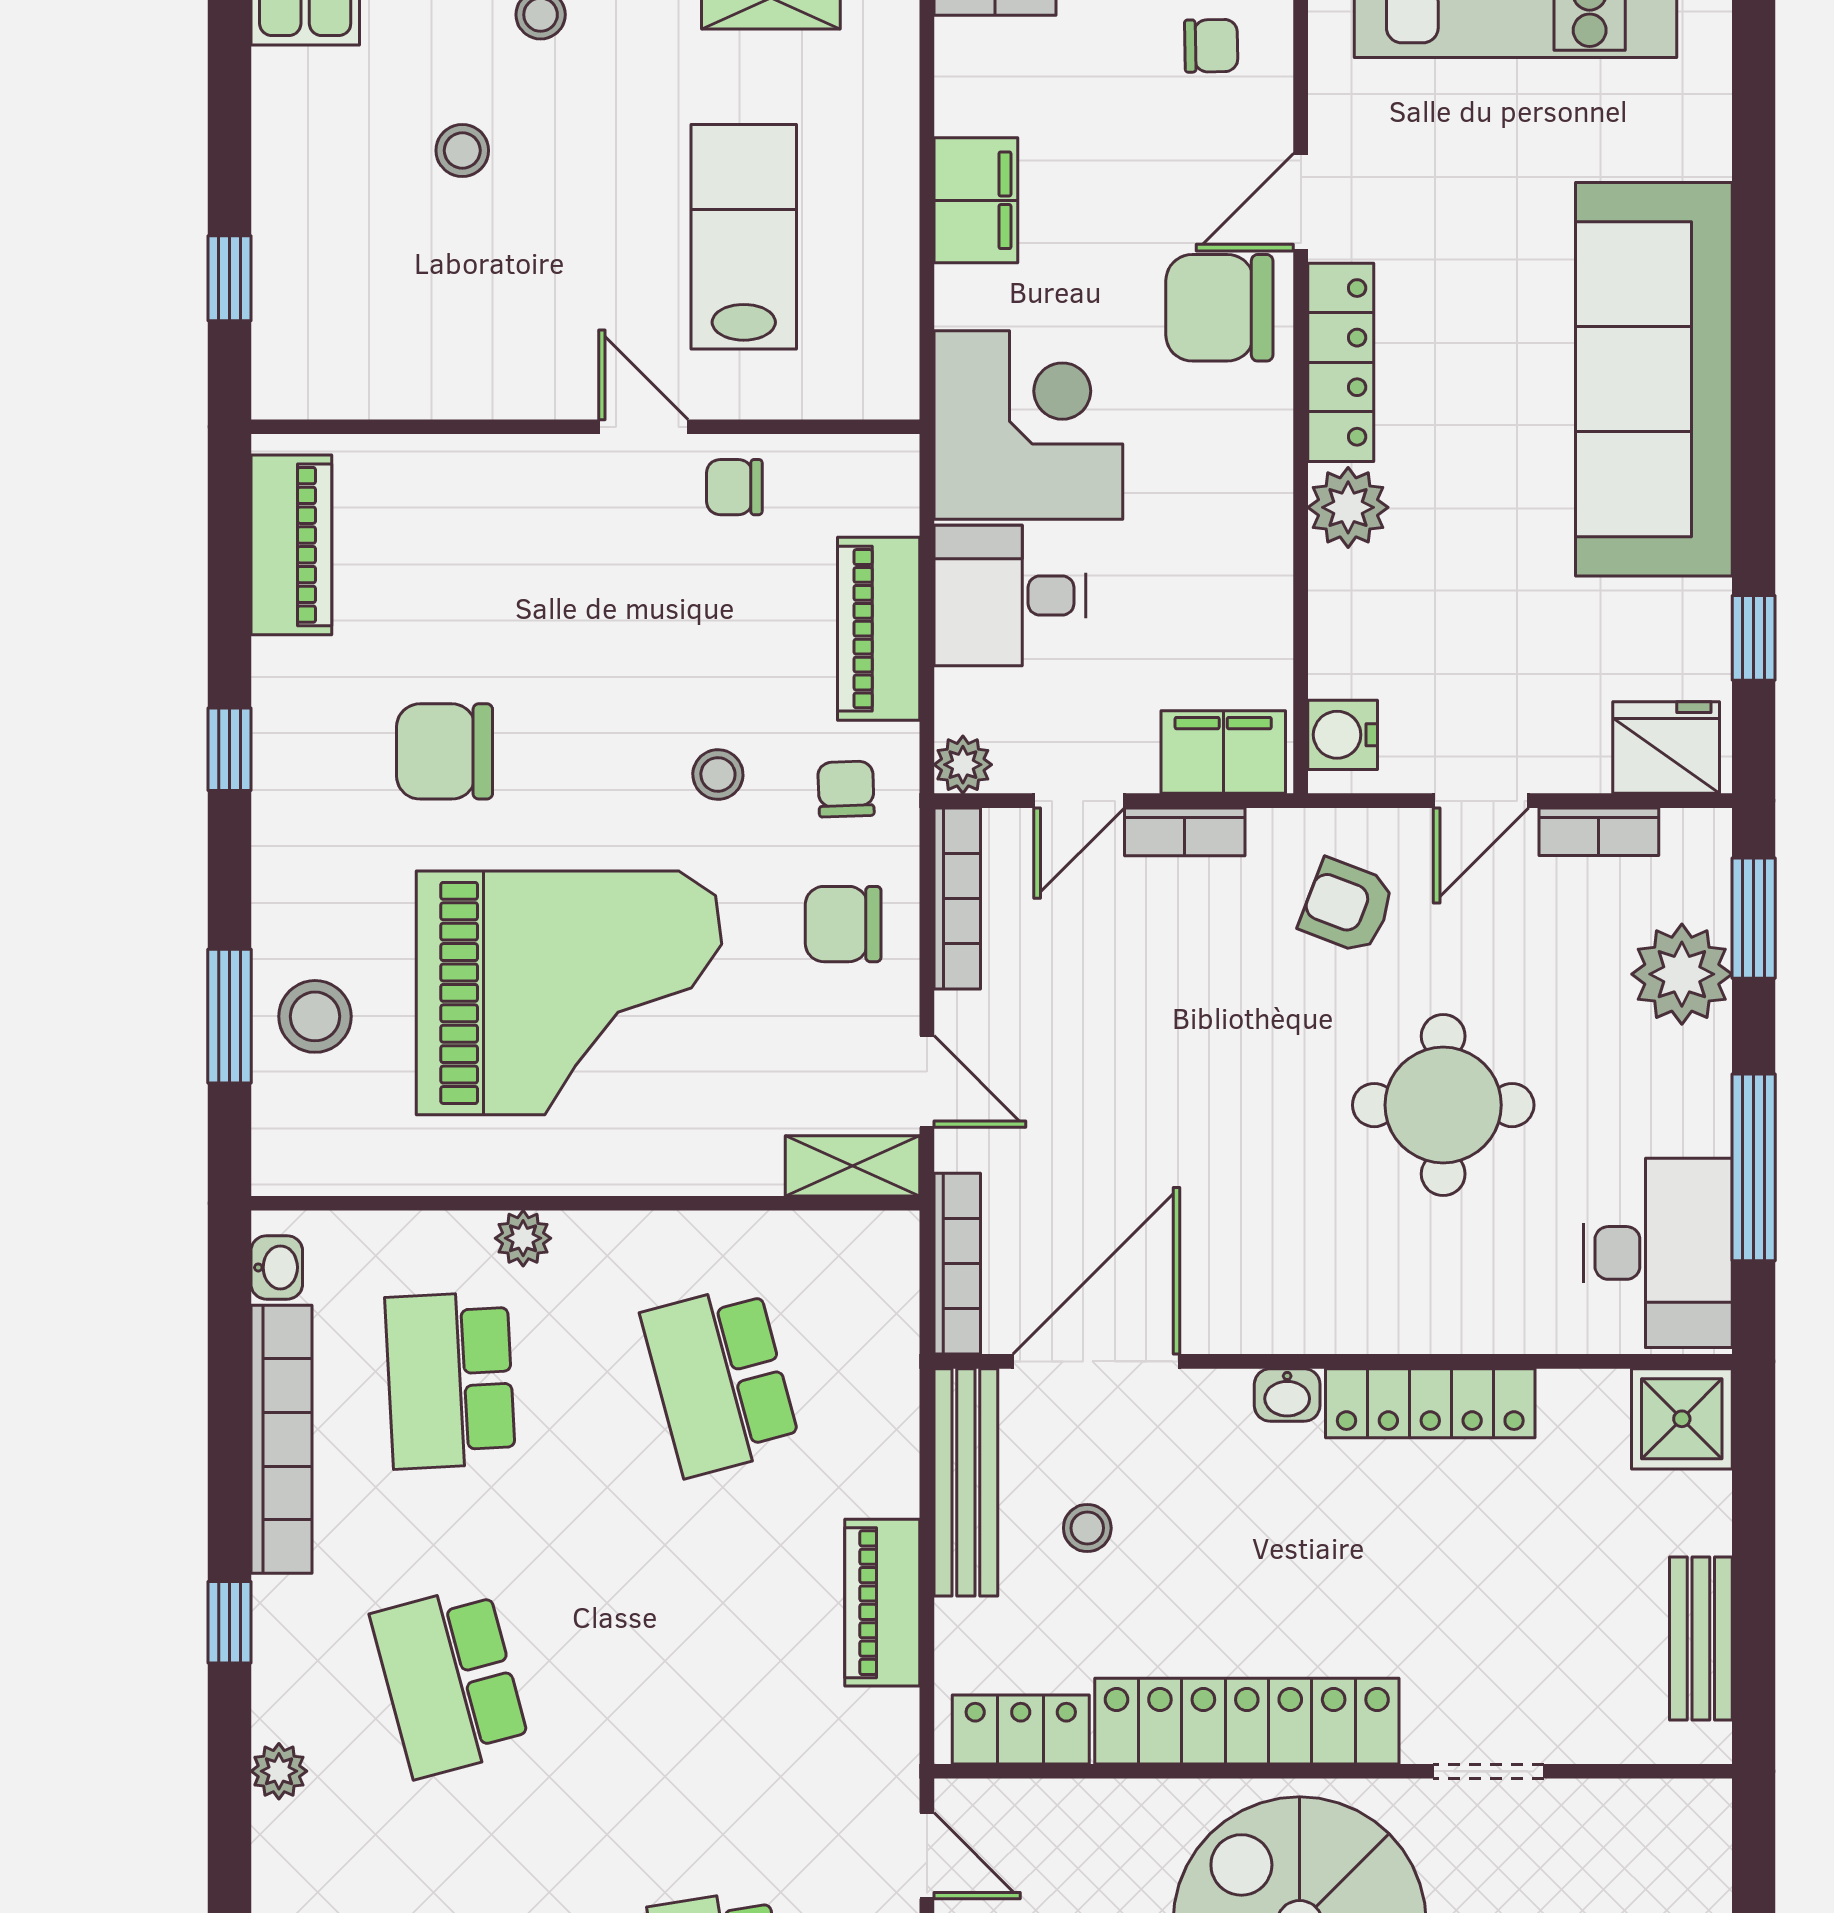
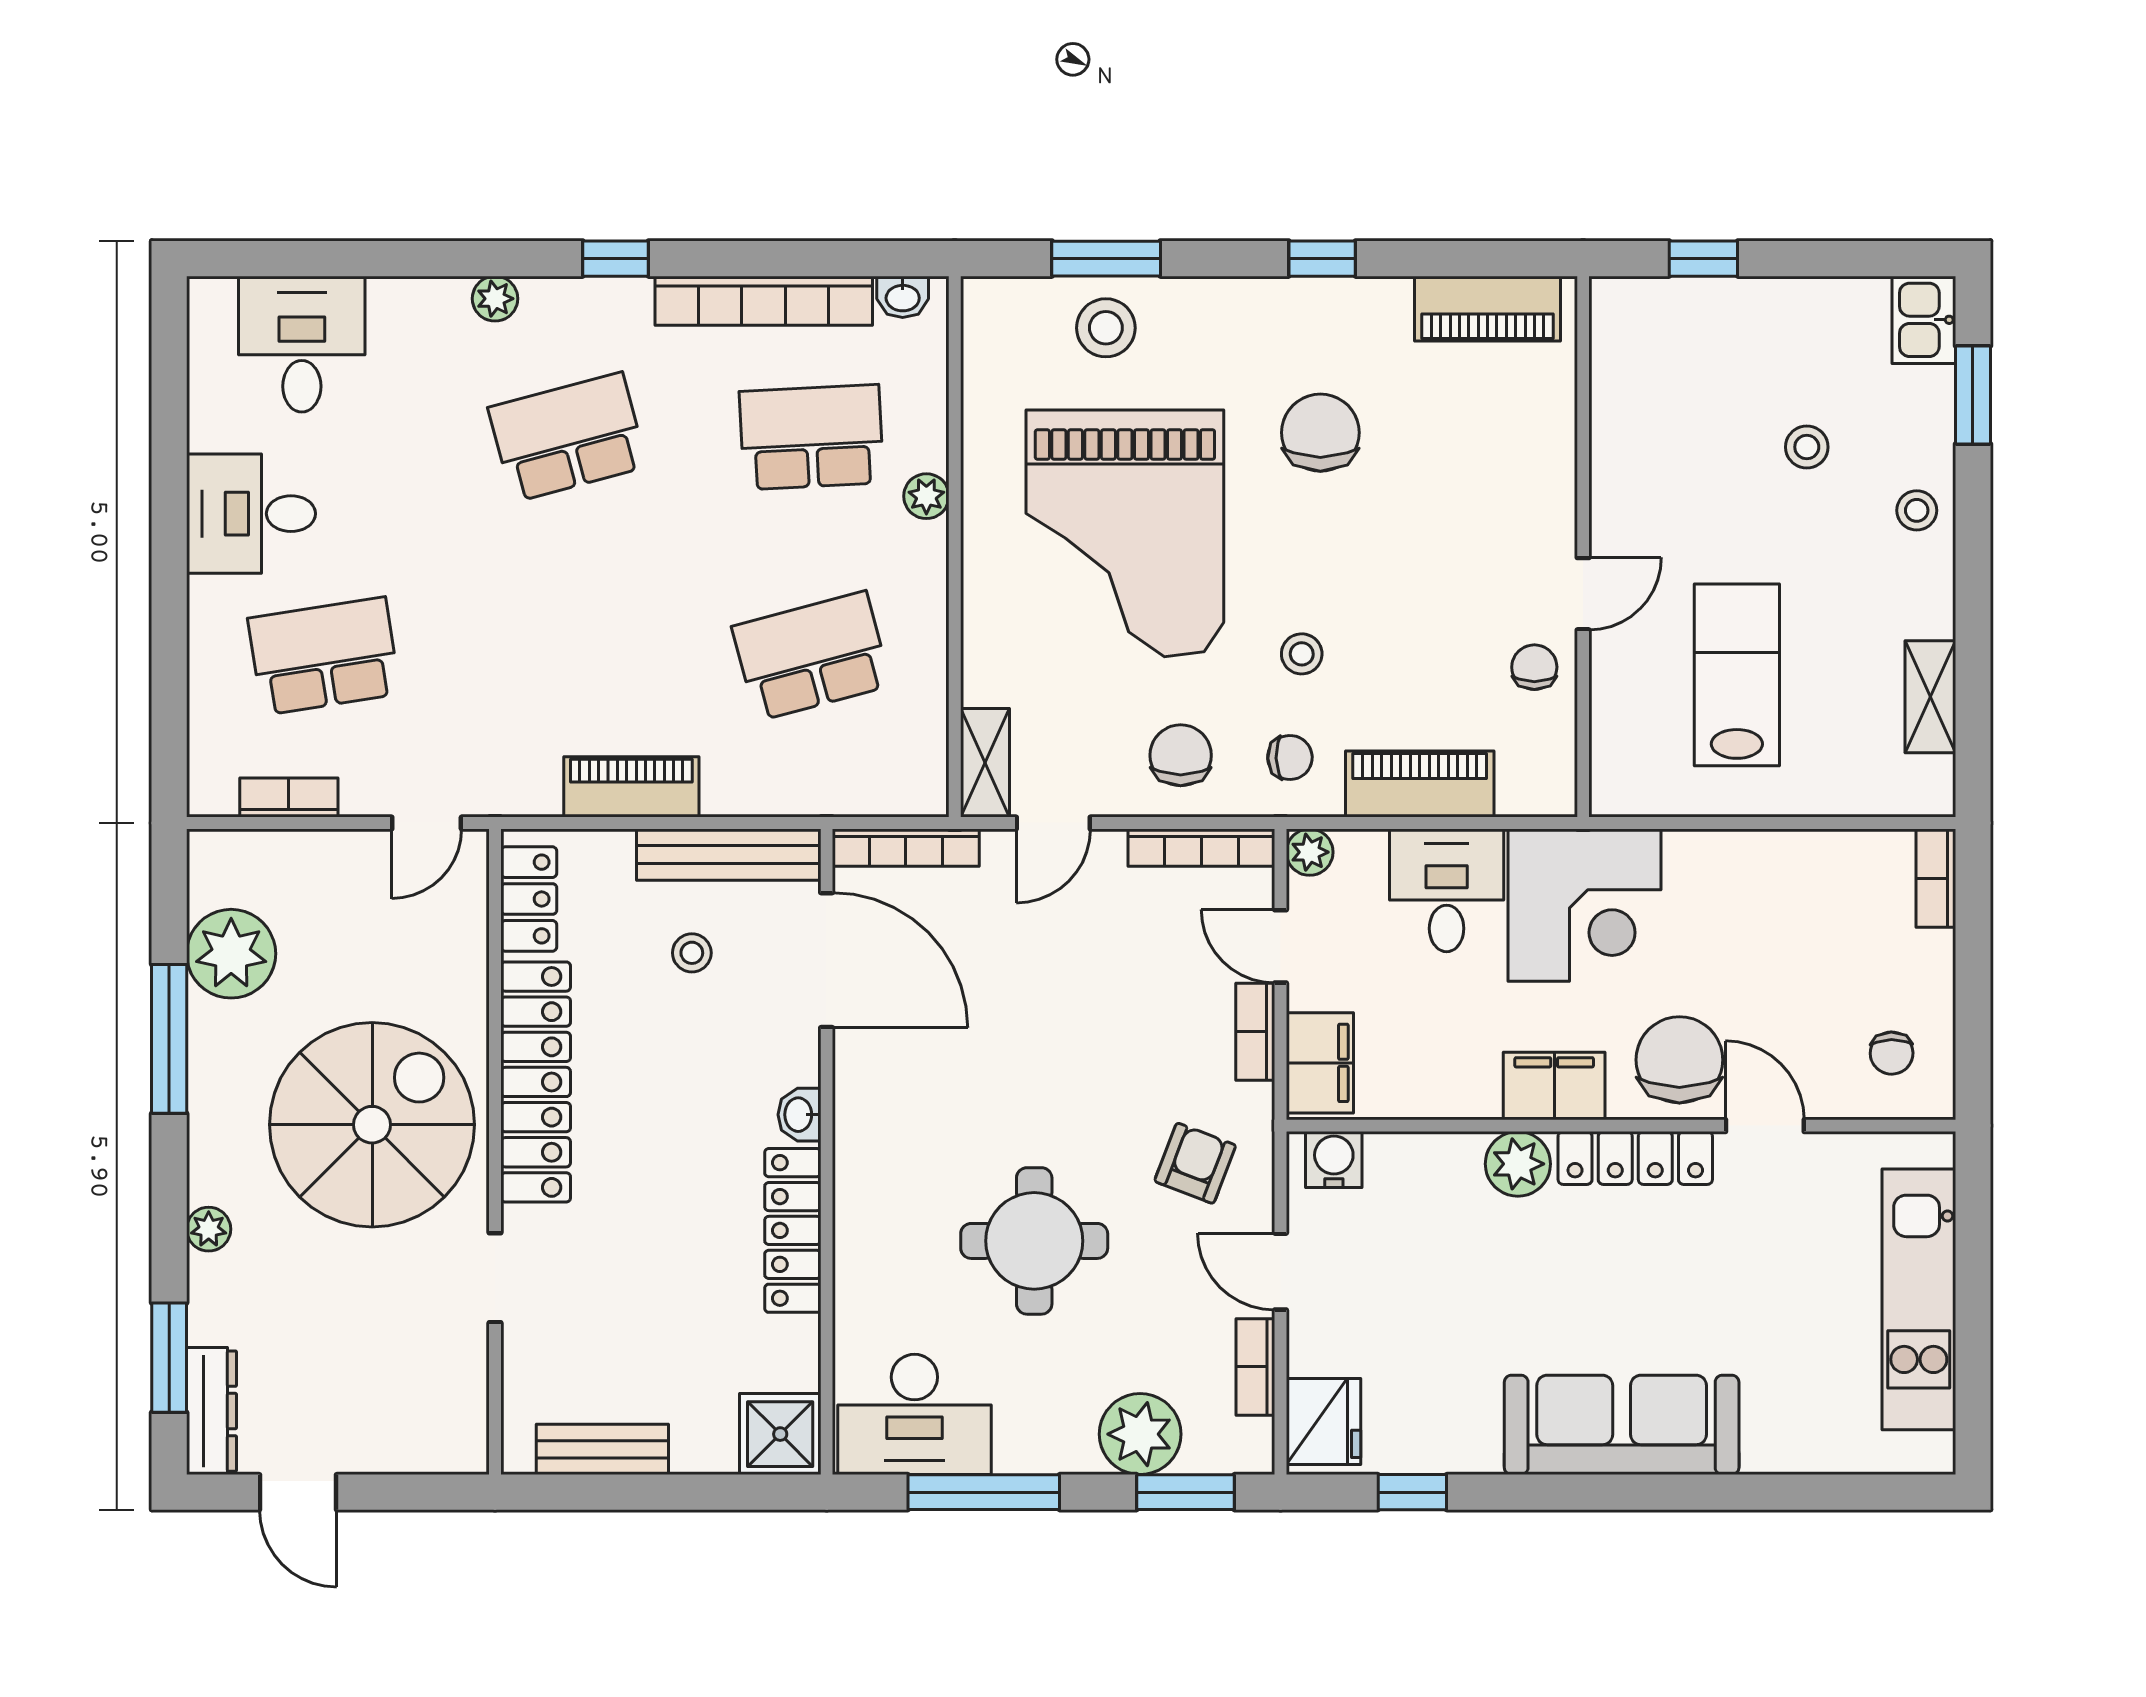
filing cabinet: (976, 200) -> (1554, 1086), moved, turned 180
lab bench: (744, 237) -> (1737, 675), turned -90
sofa: (1654, 379) -> (1622, 1425), width x0.74, depth x0.79

